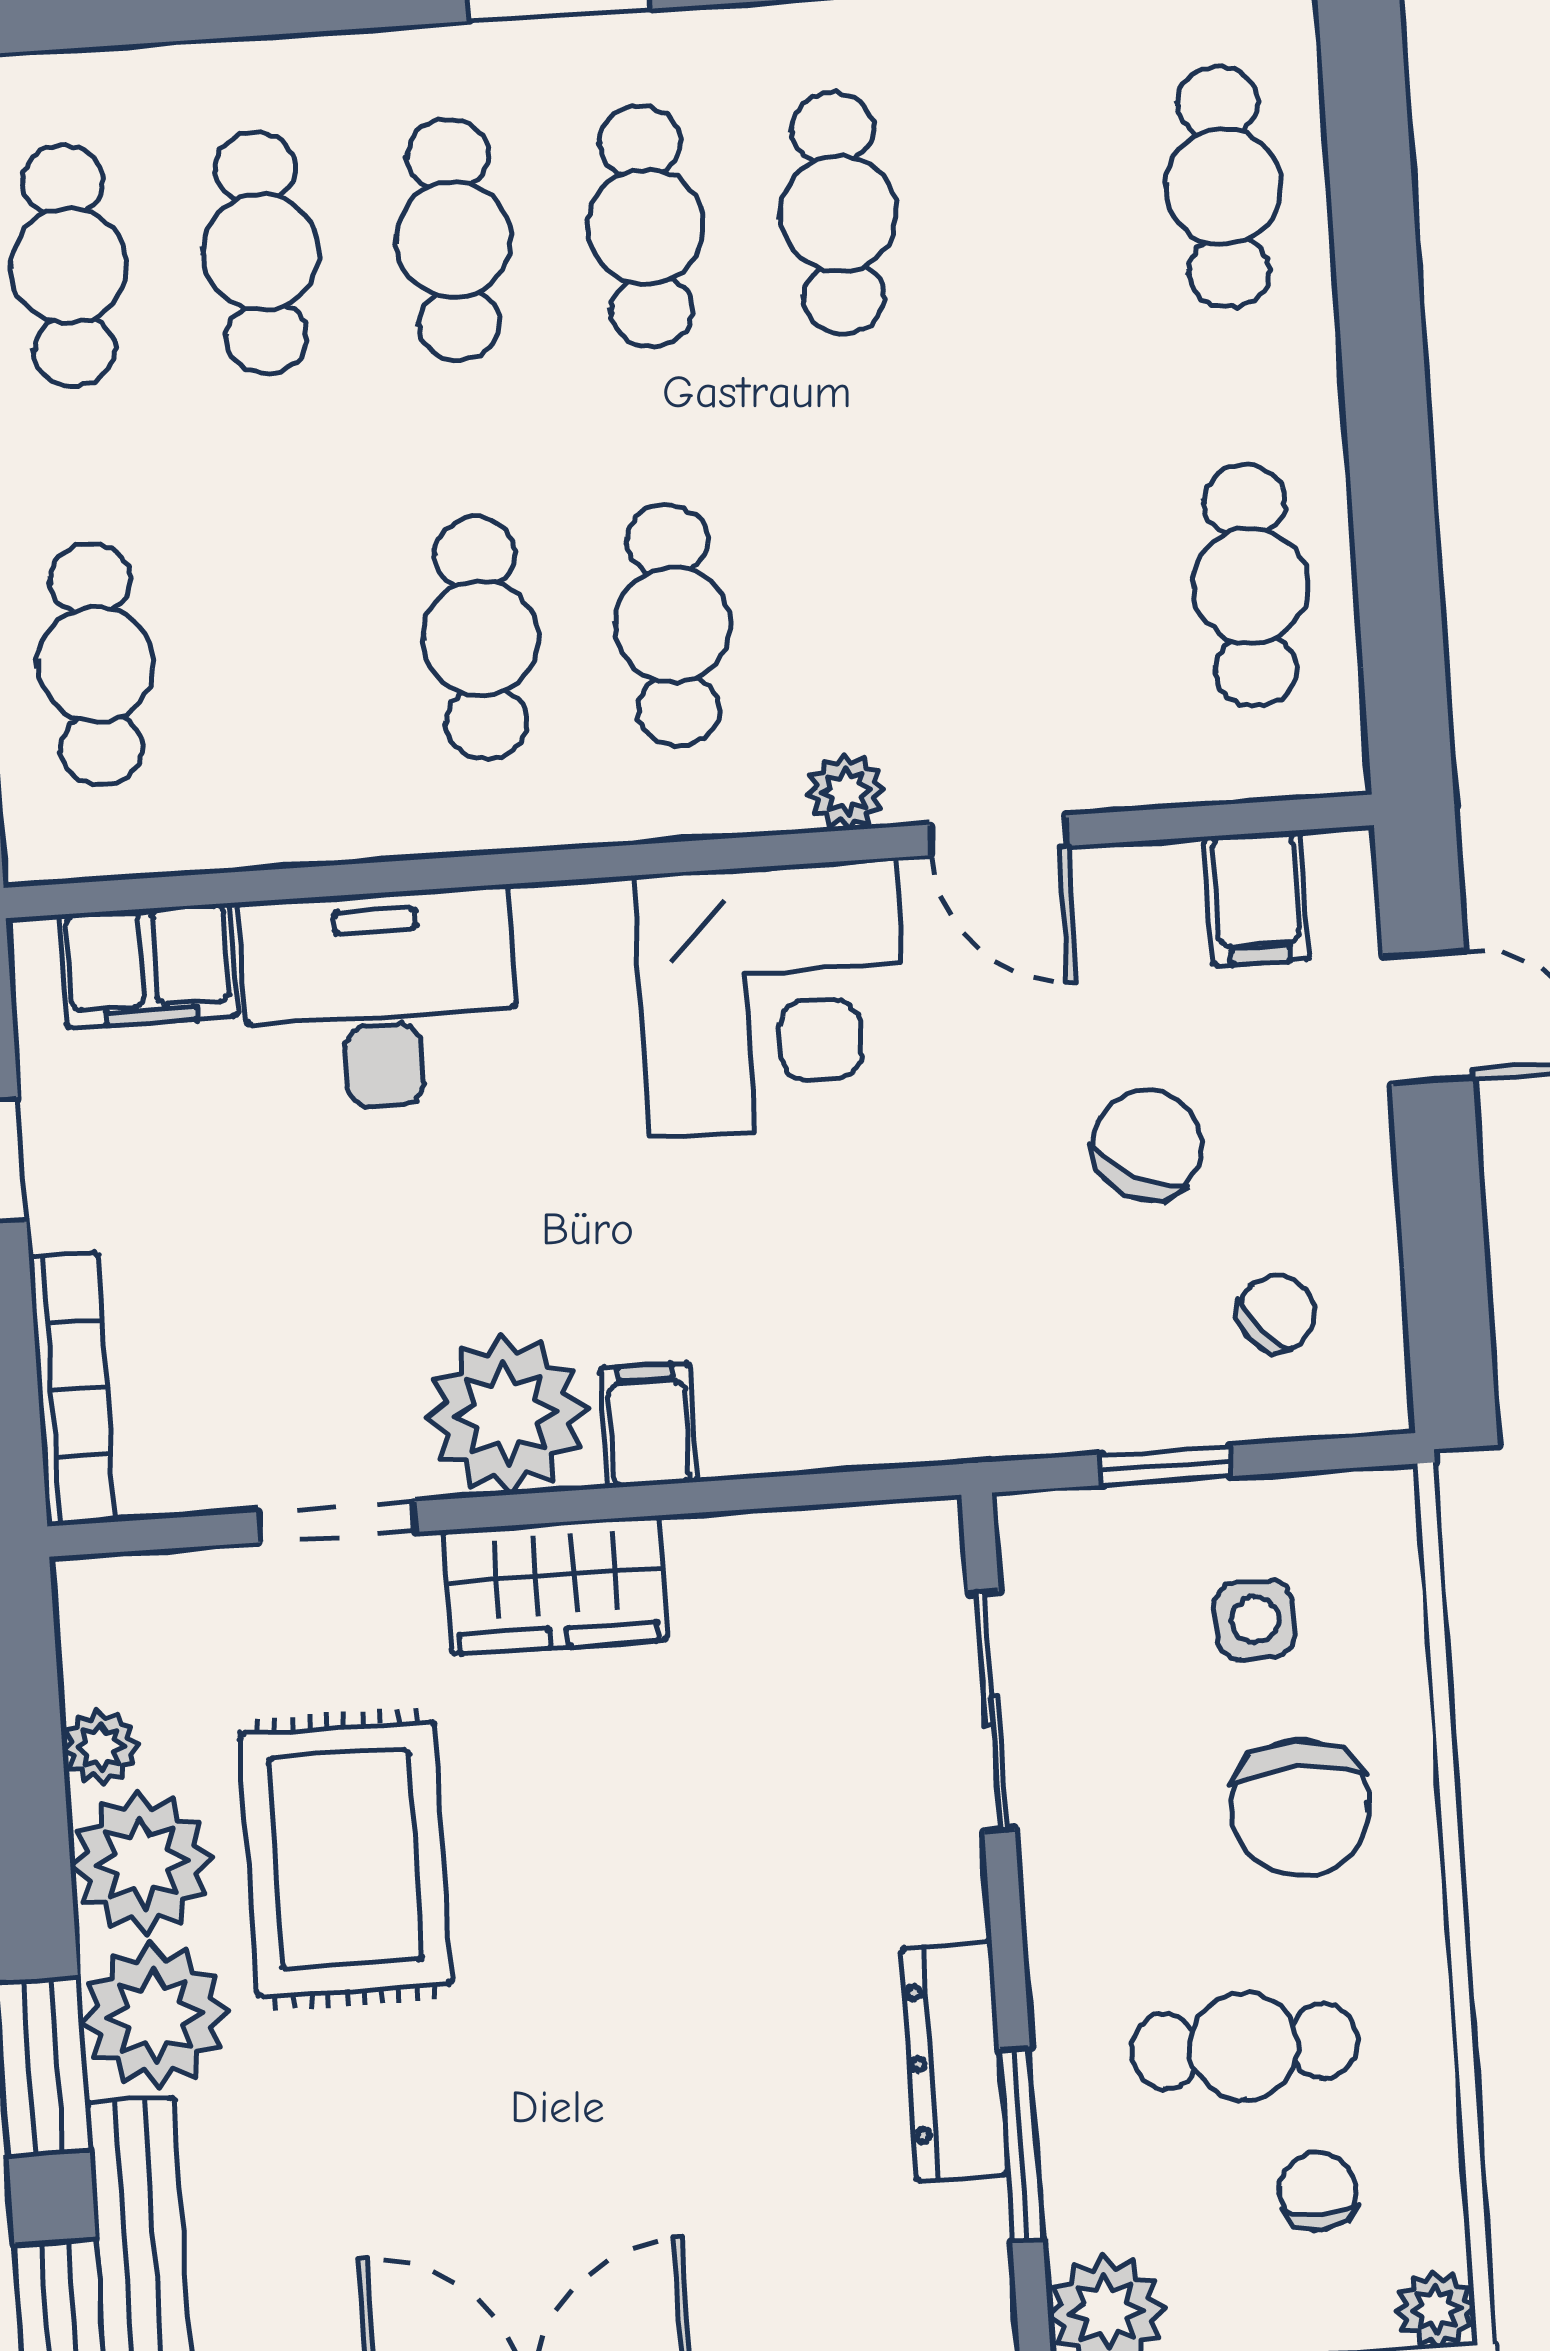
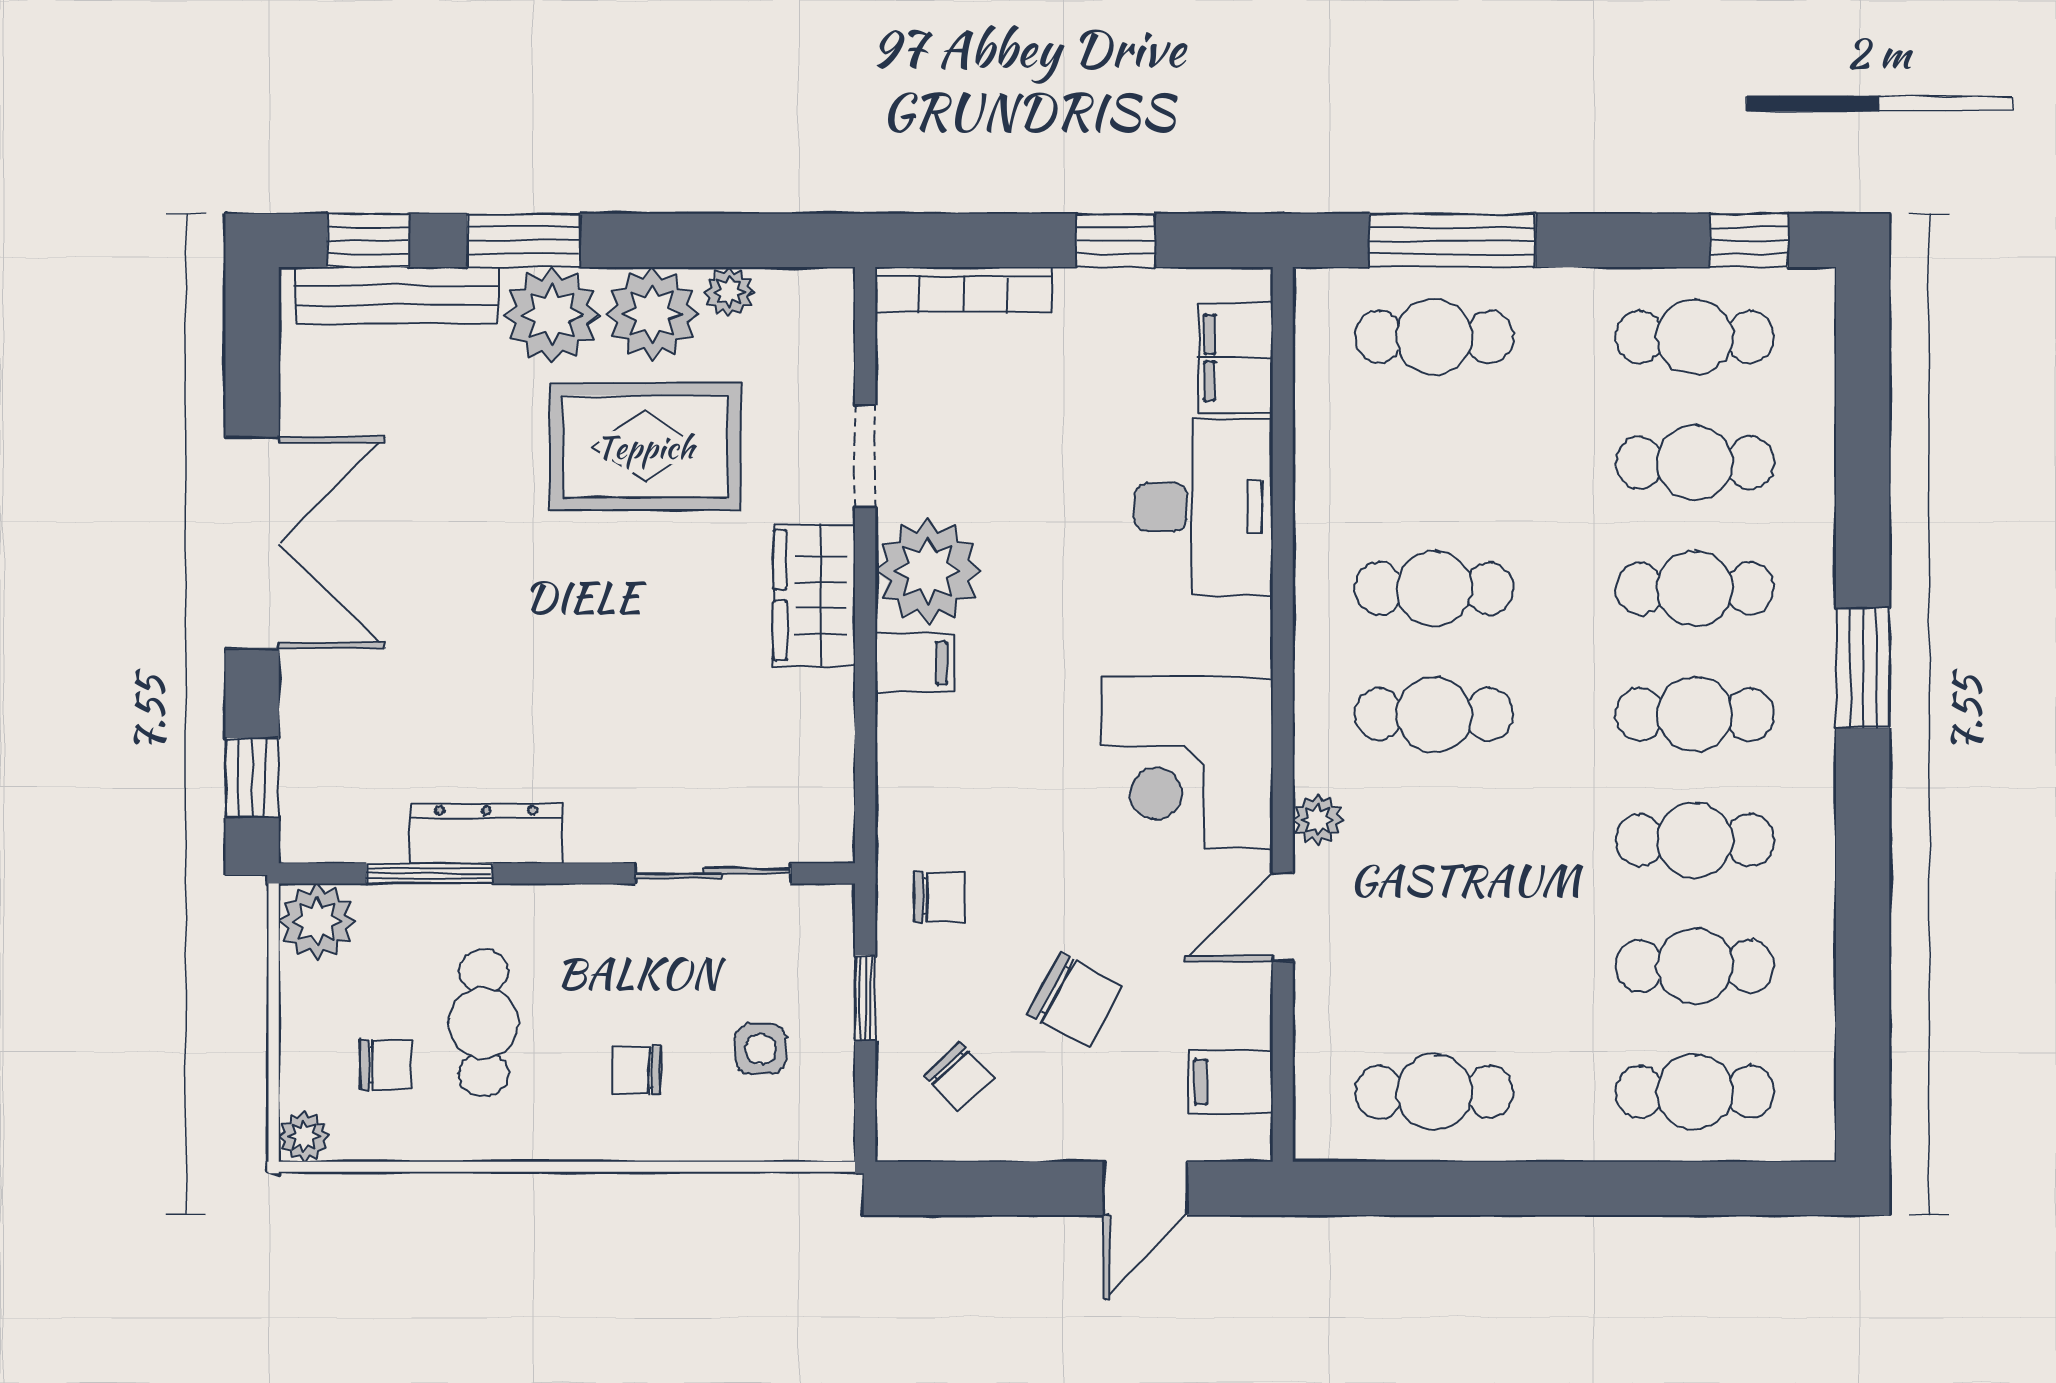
cafe table: (1031, 200) -> (1695, 966), added
chair: (1003, 1361) -> (940, 897), added
chair: (1300, 1808) -> (636, 1070), width x0.54, depth x0.54

